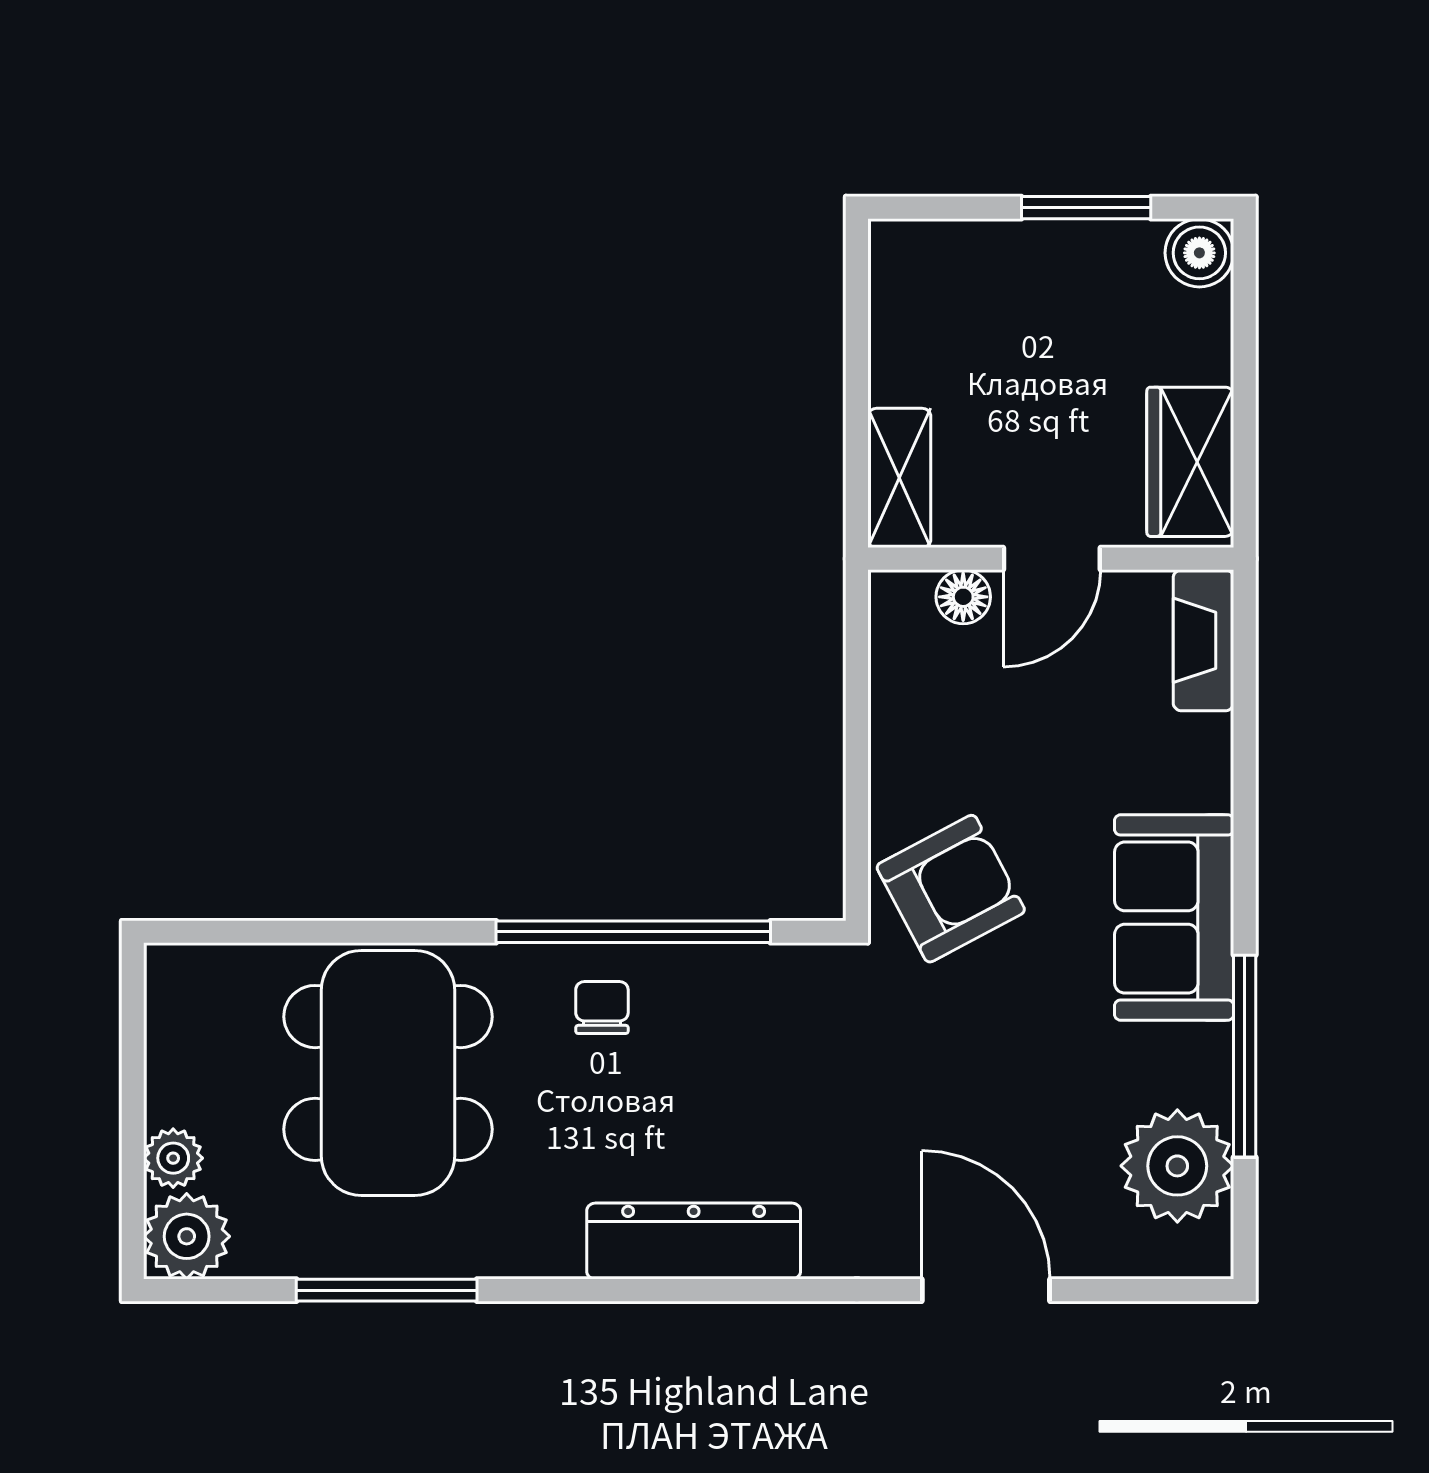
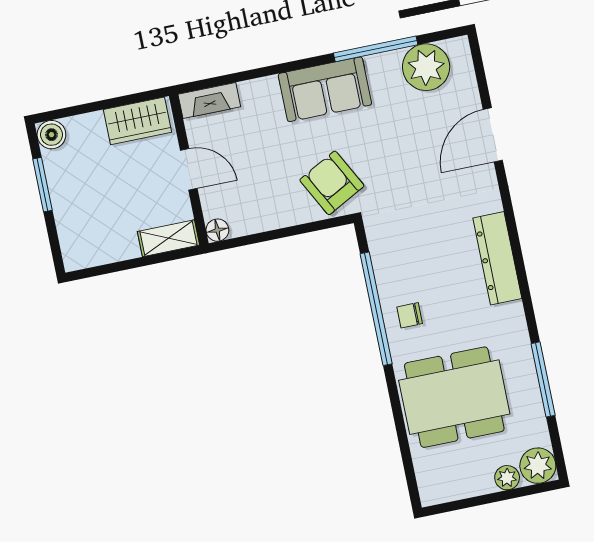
floor lamp: (963, 597) -> (217, 230), moved

